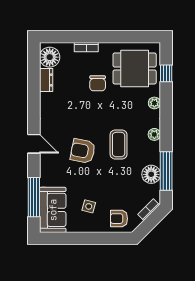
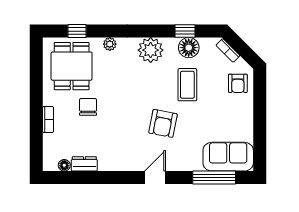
floor lamp: (50, 57) -> (64, 165), width x0.53, depth x0.53
chair: (98, 83) -> (88, 107), turned -90
plant: (154, 134) -> (151, 50), width x1.88, depth x1.88
coffee table: (119, 145) -> (187, 85), moved, turned 90
window: (166, 171) -> (185, 31), width x0.46
side table: (89, 206) -> (224, 117), removed

